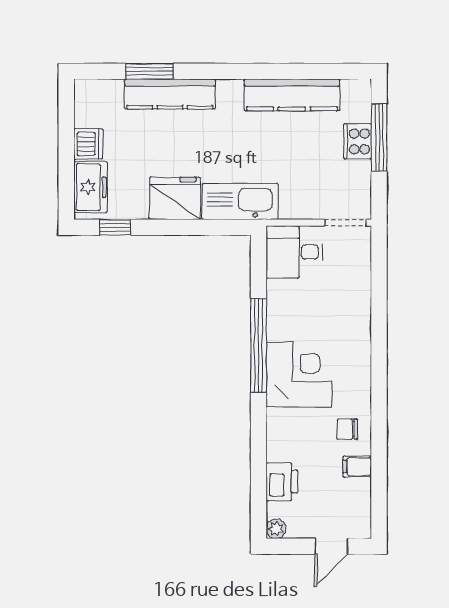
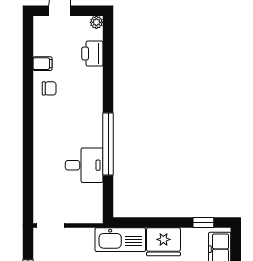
desk: (294, 252) -> (84, 165), moved
corner desk: (299, 374) -> (81, 125), removed

